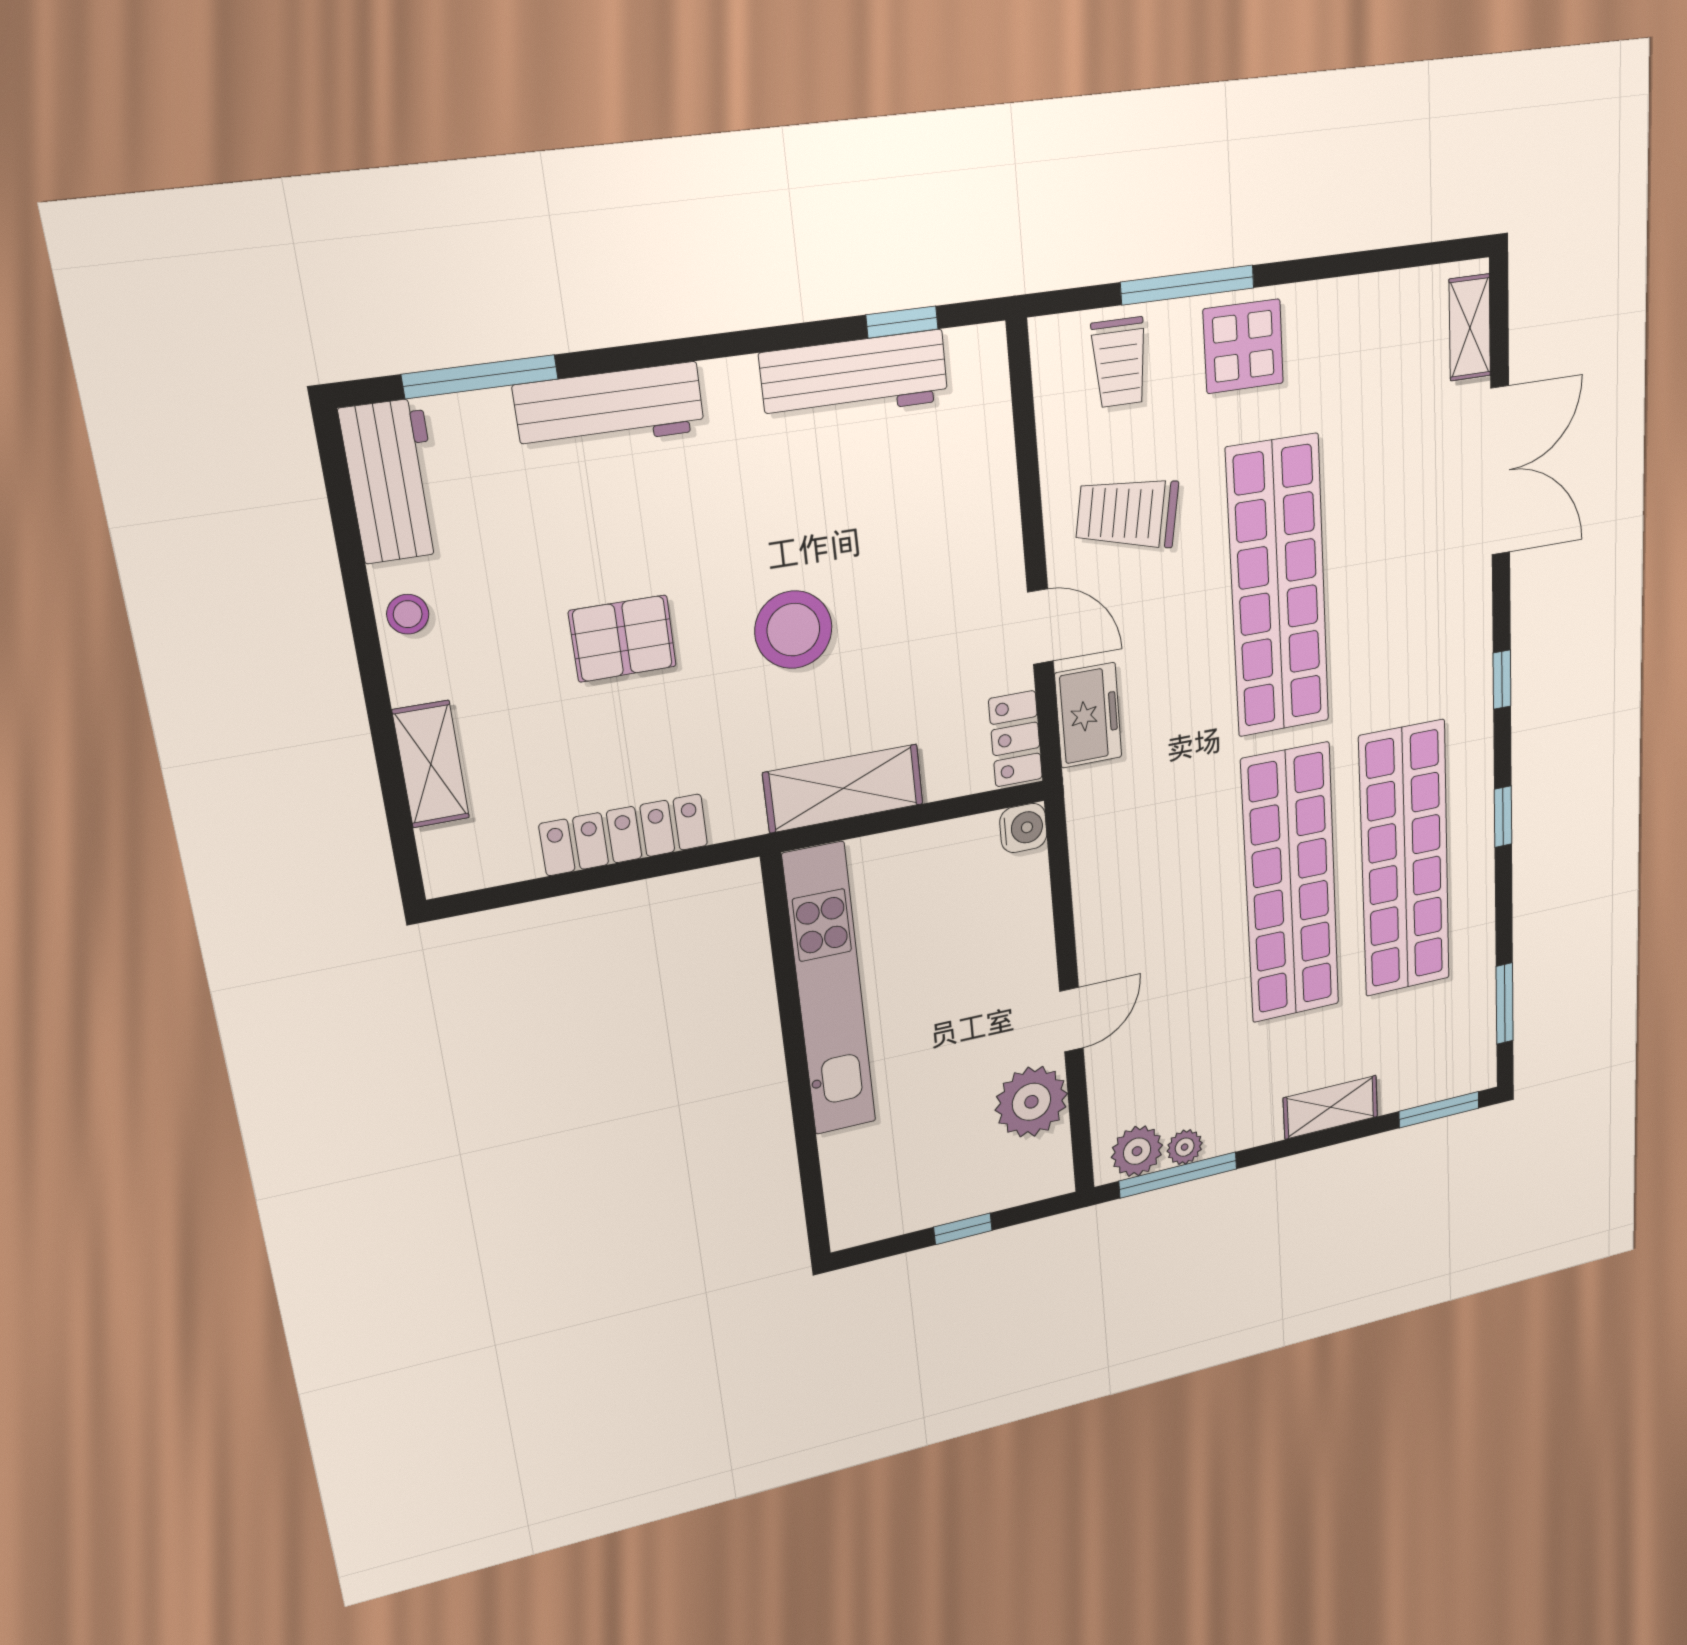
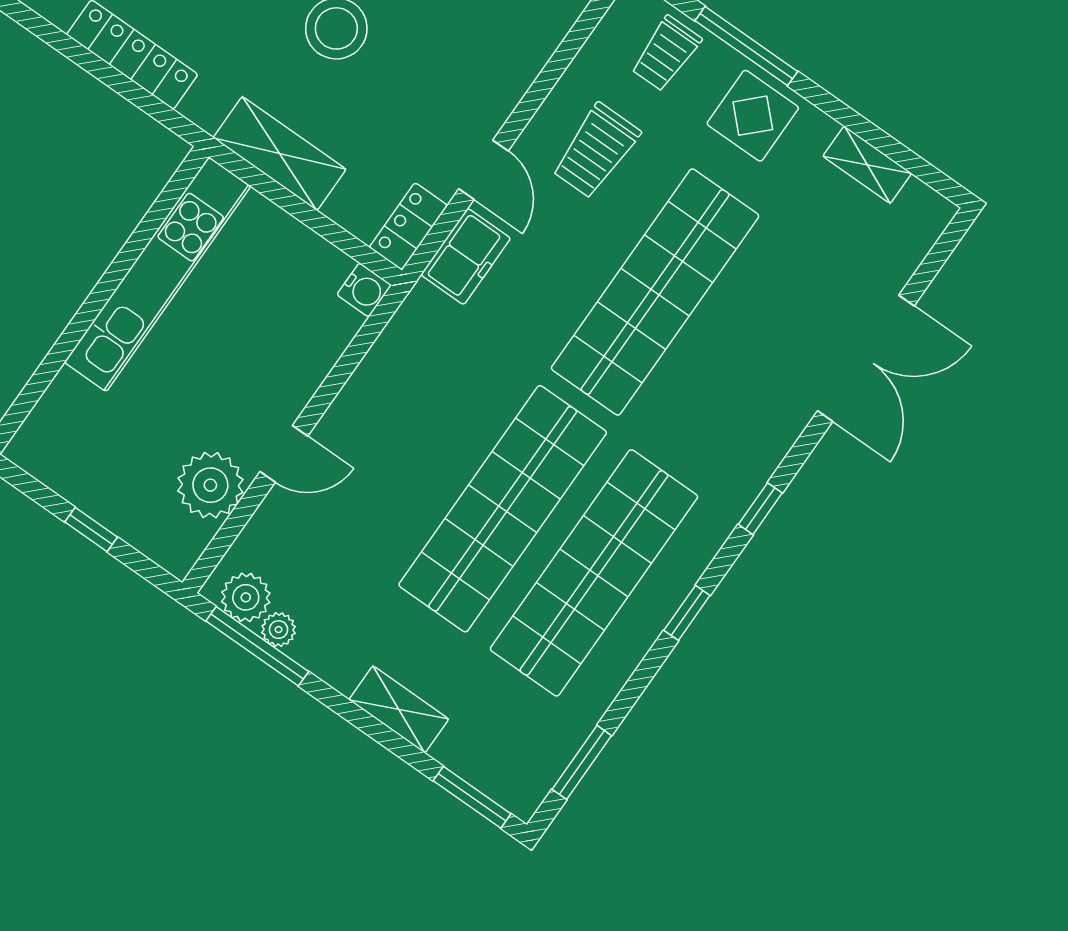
shelving: (1470, 328) -> (867, 165), moved, turned 90
trolley: (1127, 513) -> (596, 151), turned -100

